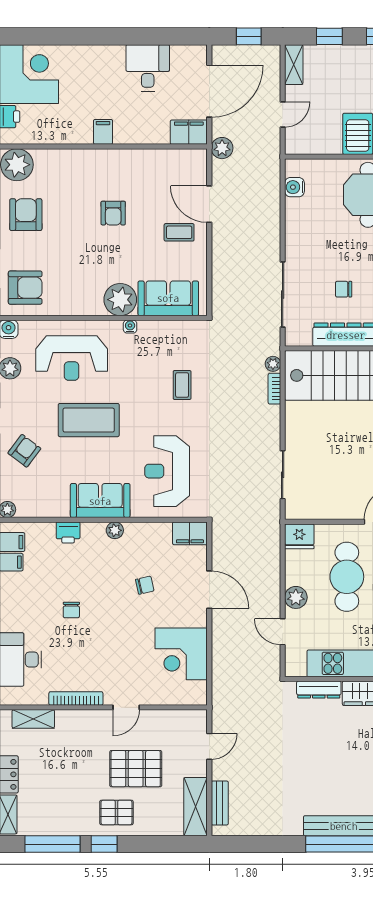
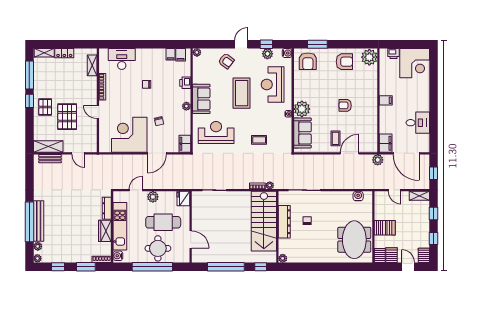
corner desk: (181, 654) -> (129, 135), width x1.36, depth x1.36

